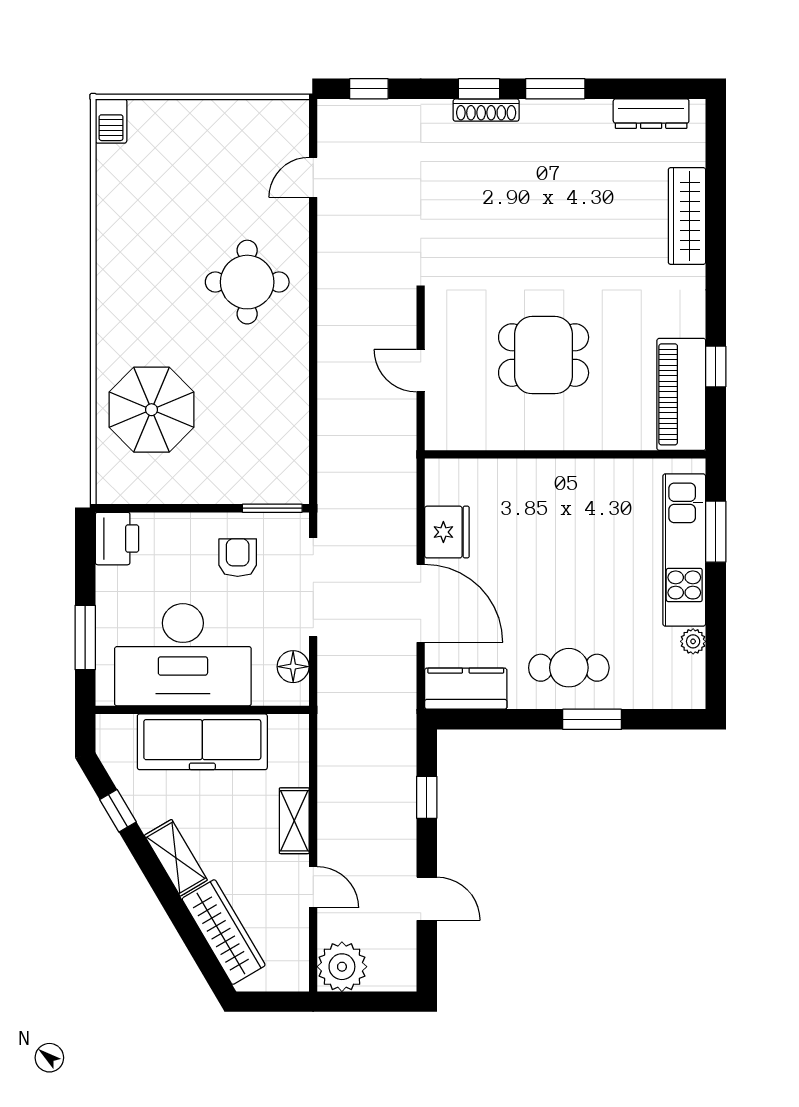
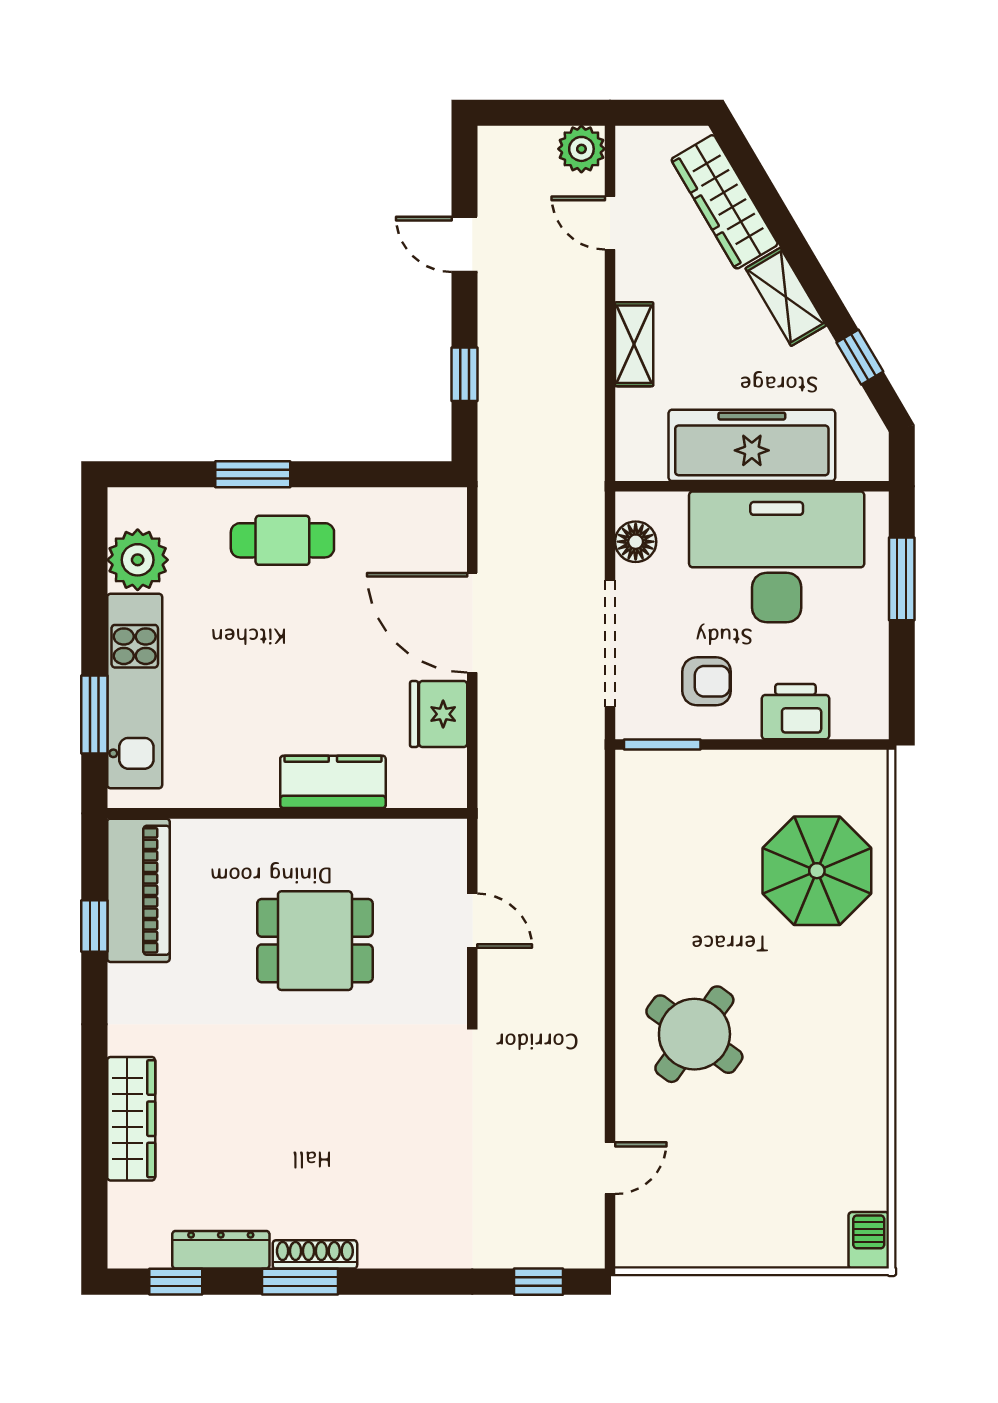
window: (479, 89) -> (176, 1282), moved
shoe rack: (486, 110) -> (315, 1254), moved
dresser: (651, 114) -> (221, 1250), moved
round table: (247, 282) -> (694, 1034), turned 36
printer: (117, 539) -> (795, 712), moved, turned 90
armchair: (238, 558) -> (707, 681), turned -90
plant: (693, 641) -> (138, 560), width x1.88, depth x1.88
kitchen counter: (466, 689) -> (333, 782), moved, turned 180
door: (313, 887) -> (610, 223), moved
plant: (342, 967) -> (581, 149), width x0.73, depth x0.73

